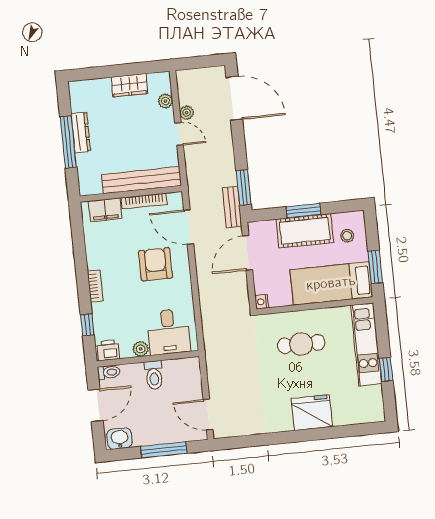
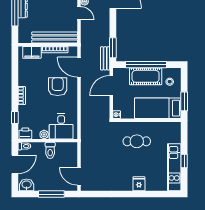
window: (303, 211) -> (146, 65), width x2.11
kitchen unit: (366, 344) -> (174, 167), moved
fridge: (312, 413) -> (139, 184), width x0.53, depth x0.75

